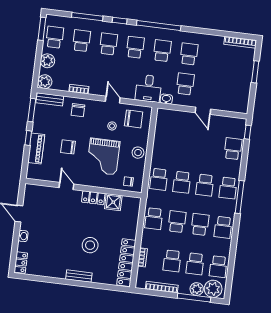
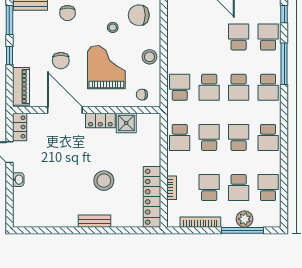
chair: (134, 119) -> (139, 15), turned 180
school desk: (210, 146) -> (239, 37), added
chair: (68, 147) -> (61, 61), turned -90
piano: (36, 148) -> (21, 86), moved
grand piano: (103, 156) -> (106, 67), turned 180
school desk: (159, 179) -> (180, 87), turned 180
door: (66, 186) -> (65, 110), width x1.87
window: (240, 197) -> (284, 64), moved
school desk: (172, 261) -> (209, 188), turned 180
locker: (21, 263) -> (20, 127), moved
school desk: (218, 267) -> (268, 188), turned 180
plant: (213, 289) -> (265, 216), removed

